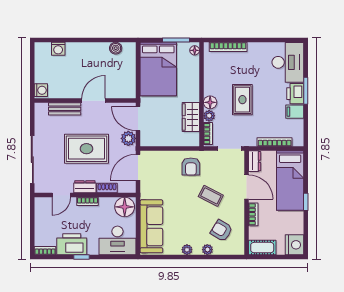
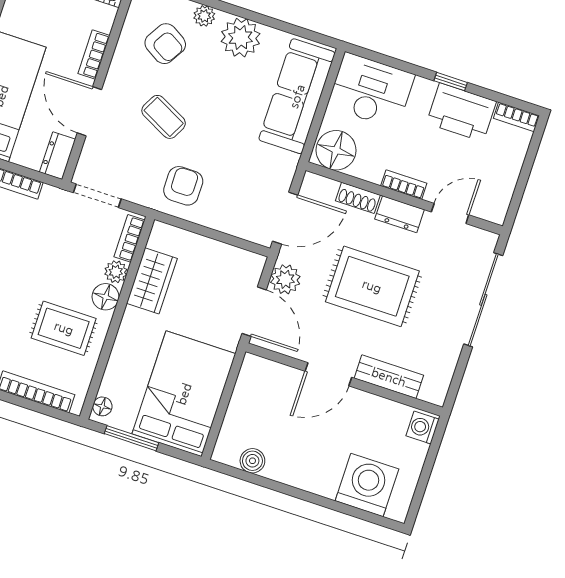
washing machine: (58, 49) -> (367, 485), width x1.89, depth x1.89
rug: (242, 100) -> (64, 328), moved, turned 90
plant: (187, 250) -> (241, 38), width x1.88, depth x1.88

